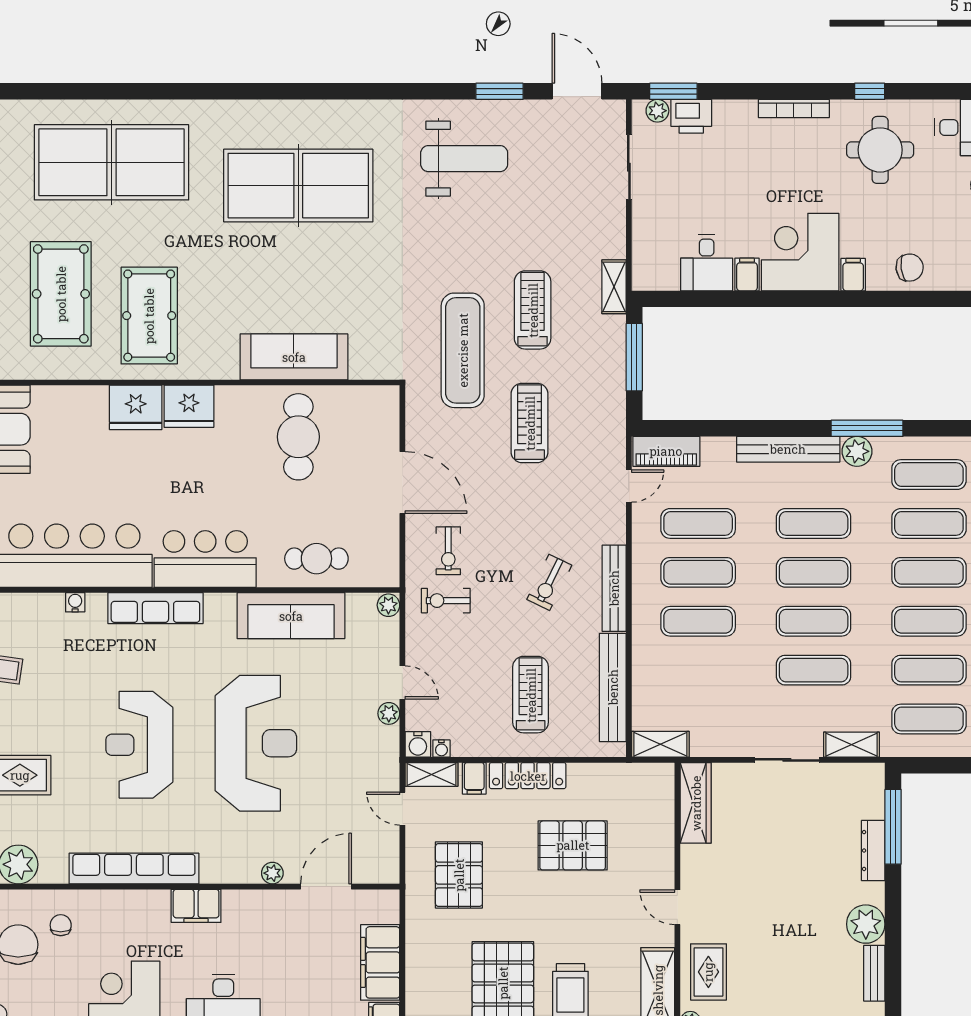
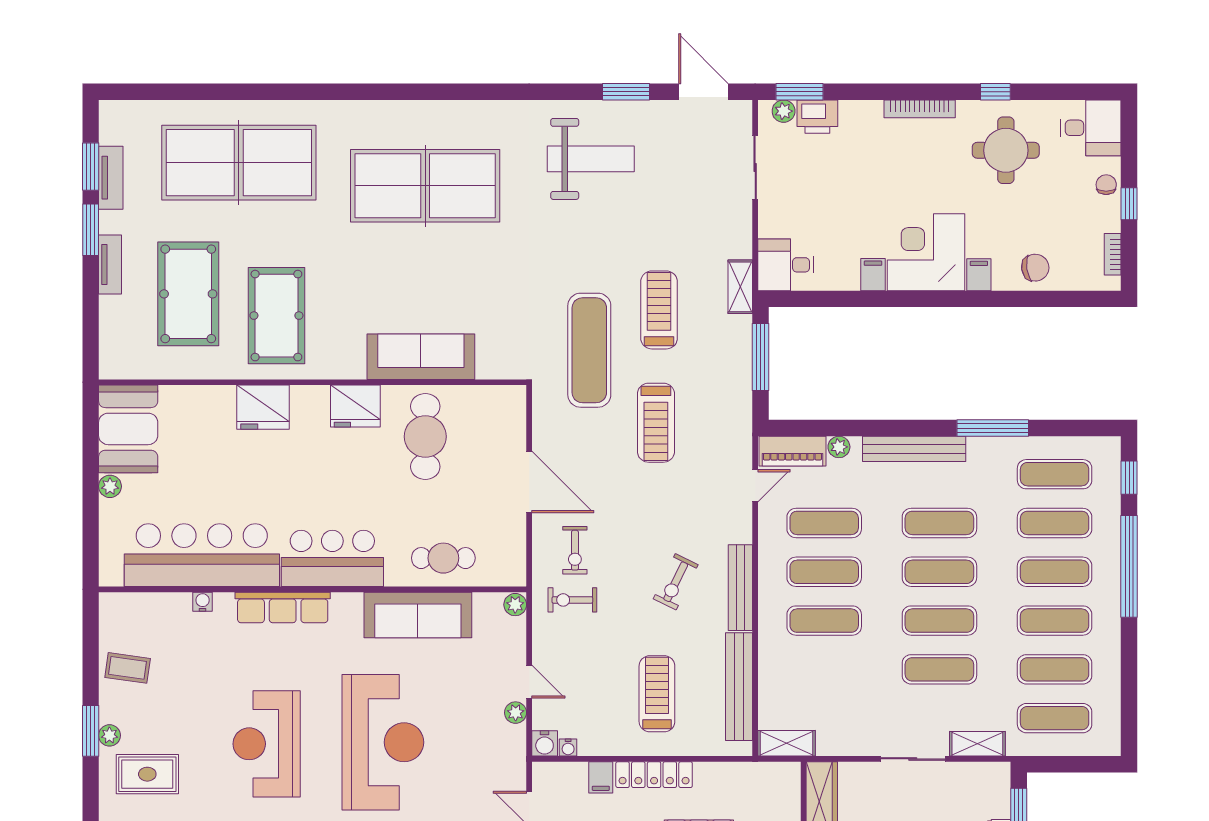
desk: (707, 263) -> (786, 265), moved, turned 90
fridge: (189, 406) -> (355, 406), moved
treadmill: (530, 423) -> (656, 423), turned 180
plant: (857, 451) -> (839, 447), moved, width x0.73, depth x0.73
shelving: (431, 774) -> (558, 773), removed

